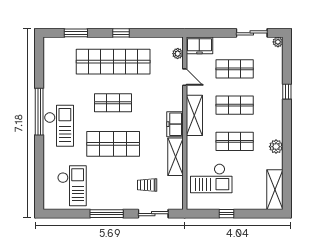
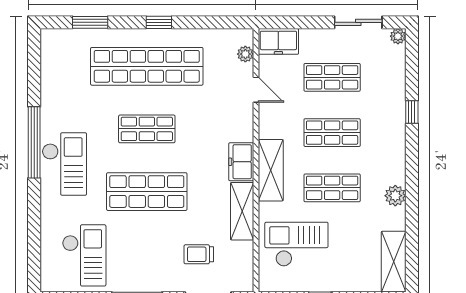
shelving: (194, 115) -> (271, 170), moved
checkout: (211, 178) -> (296, 244), turned 180

